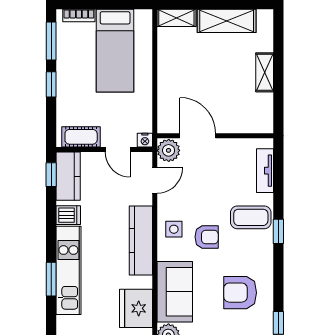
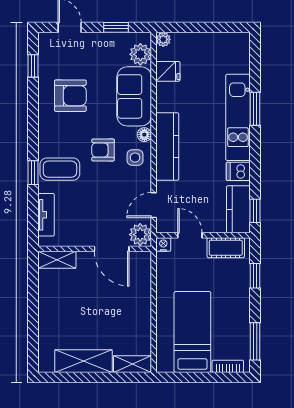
shelving: (265, 72) -> (57, 260), moved, turned 90
window: (51, 84) -> (255, 276), moved
window: (278, 231) -> (33, 173), moved
floor lamp: (164, 253) -> (144, 135), added
fridge: (136, 308) -> (168, 71), width x0.53, depth x0.75

